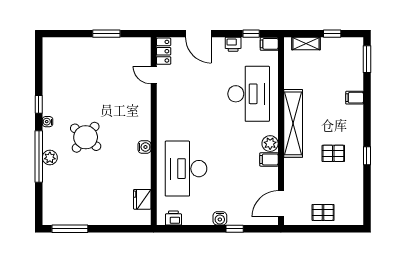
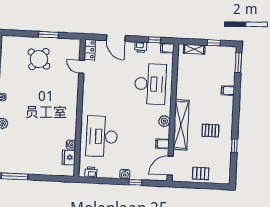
shelving: (293, 123) -> (181, 125), moved
round table: (86, 137) -> (39, 59), moved
water cooler: (144, 147) -> (71, 145), moved
window: (367, 156) -> (234, 146), moved
filing cabinet: (269, 159) -> (162, 144), moved

